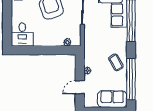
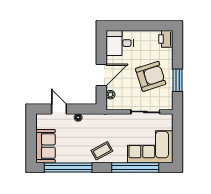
door: (50, 50) -> (101, 75), added
coffee table: (116, 62) -> (102, 151), moved

